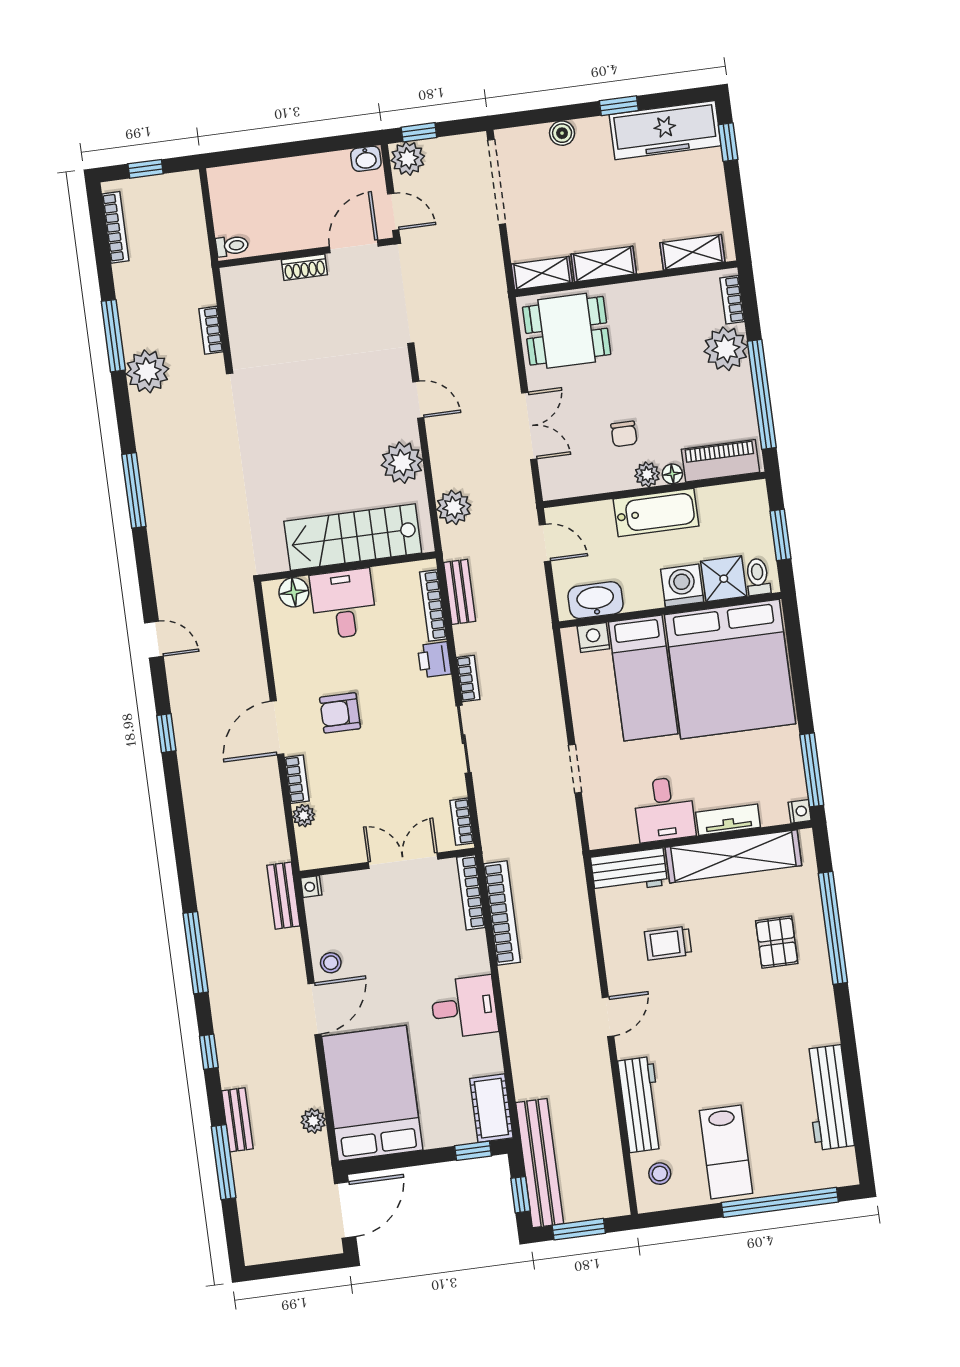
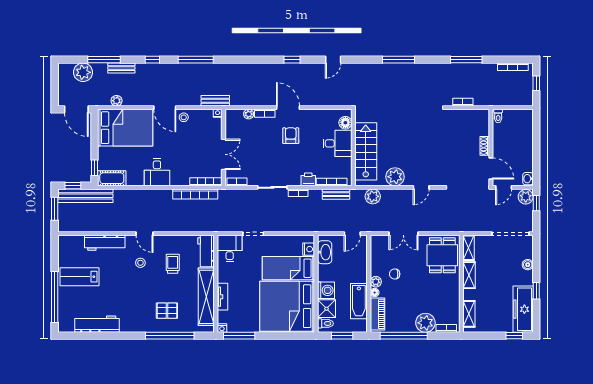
plant: (147, 371) -> (83, 72), moved
bathtub: (656, 513) -> (359, 301), moved
desk: (664, 809) -> (230, 249), moved, turned 90
stool: (660, 1174) -> (140, 263), moved

